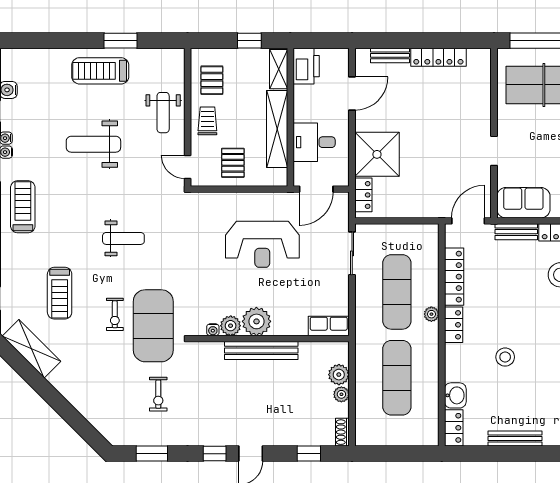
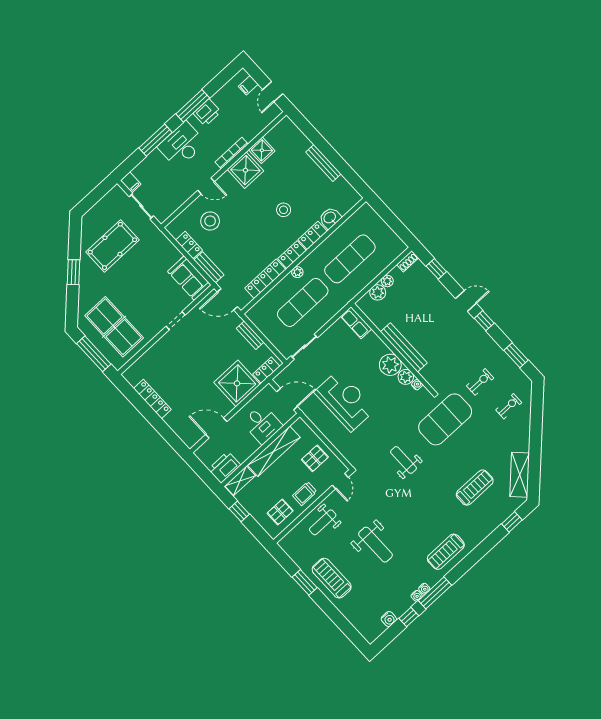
bench: (390, 55) -> (250, 335), moved
treadmill: (100, 71) -> (332, 578), turned 180
weight bench: (163, 113) -> (323, 522), turned 180
weight bench: (123, 238) -> (403, 460), moved
exercise bike: (115, 314) -> (509, 406), moved
locker: (454, 428) -> (313, 235), moved

